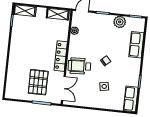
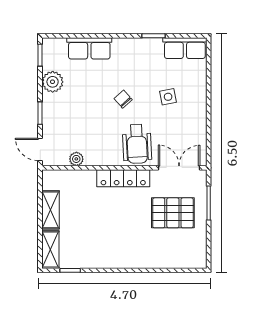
shelving: (58, 14) -> (51, 210), moved

